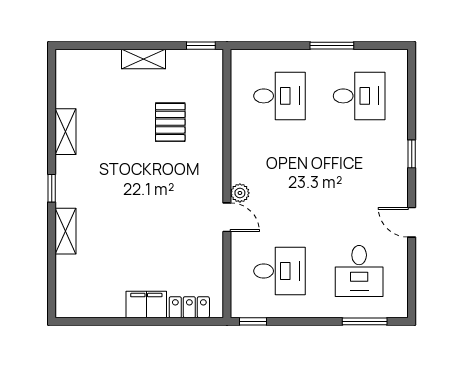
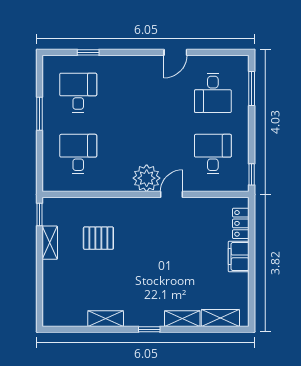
shelving: (143, 59) -> (50, 243), moved
window: (412, 154) -> (88, 52), moved
plant: (240, 193) -> (147, 178), width x1.88, depth x1.88
desk: (359, 271) -> (213, 93), turned 90
shelving: (66, 281) -> (220, 318), added

